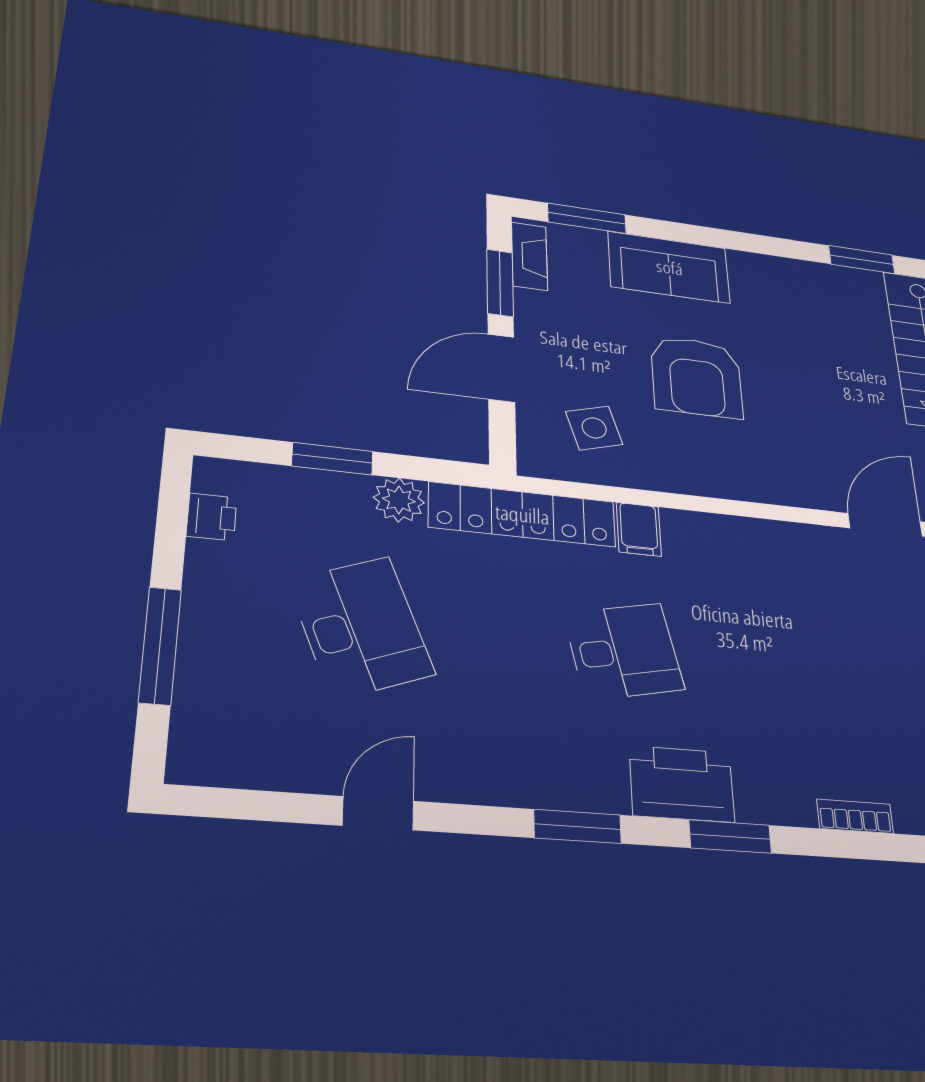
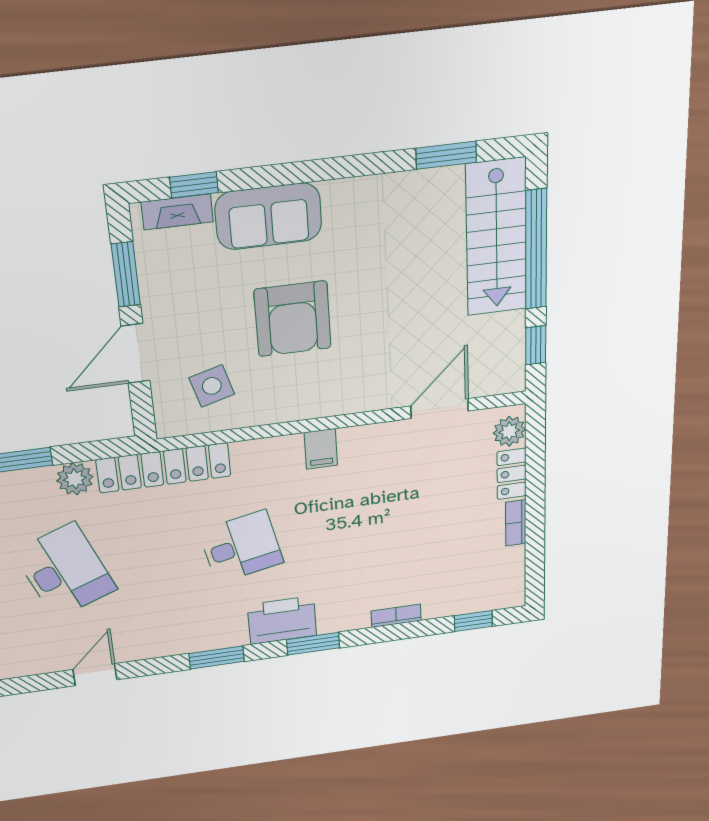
window: (587, 218) -> (194, 185), width x0.67
fireplace: (529, 256) -> (177, 212), moved, turned 90
filing cabinet: (639, 529) -> (321, 449), moved

